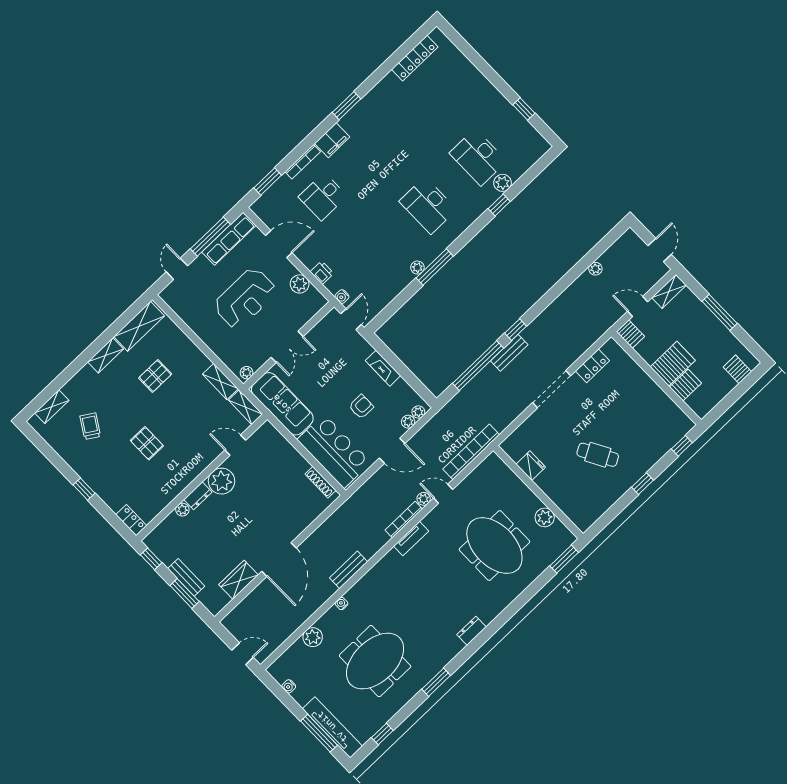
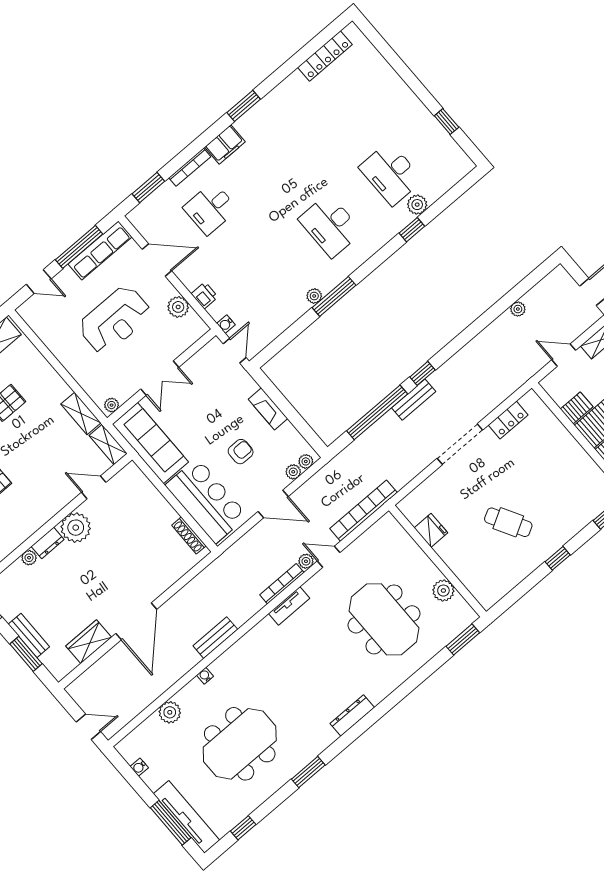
door: (177, 269) -> (39, 282), swing flipped
server rack: (630, 334) -> (577, 408), moved, turned -90
dresser: (472, 631) -> (352, 715), width x1.44

